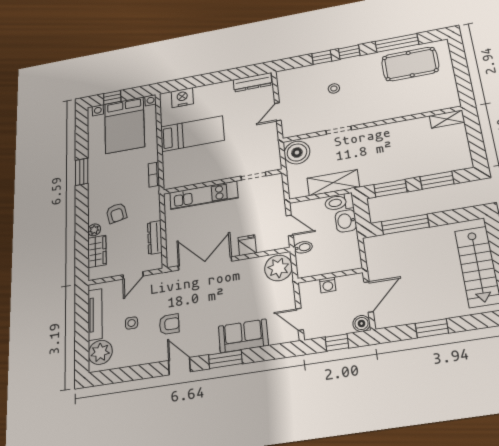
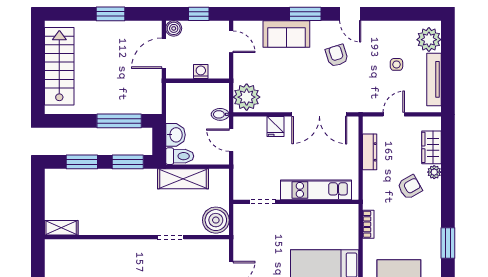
armchair: (117, 213) -> (410, 187), turned 72
armchair: (169, 324) -> (337, 56), moved, turned 72

